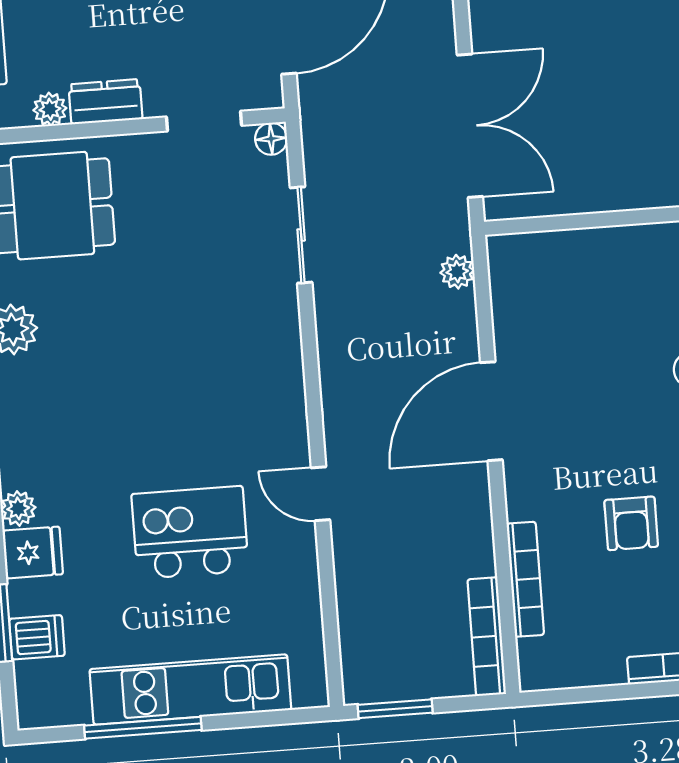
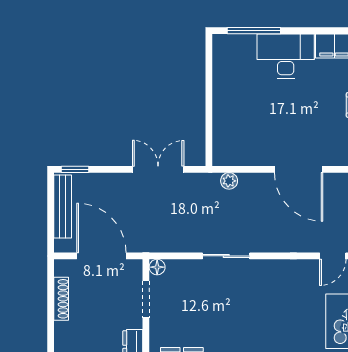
double door: (470, 126) -> (158, 169), width x0.73
sliding door: (301, 235) -> (226, 256), moved

